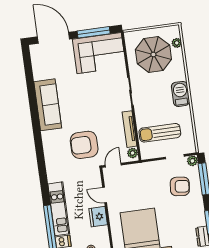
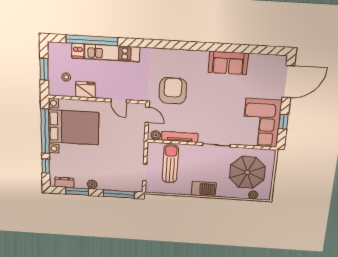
window: (94, 32) -> (283, 122), width x0.46
sofa: (48, 105) -> (228, 63), width x0.73
plant: (192, 161) -> (92, 184), moved
armchair: (180, 186) -> (115, 172), removed
door: (105, 195) -> (119, 101), swing flipped
fridge: (98, 217) -> (85, 90), moved

